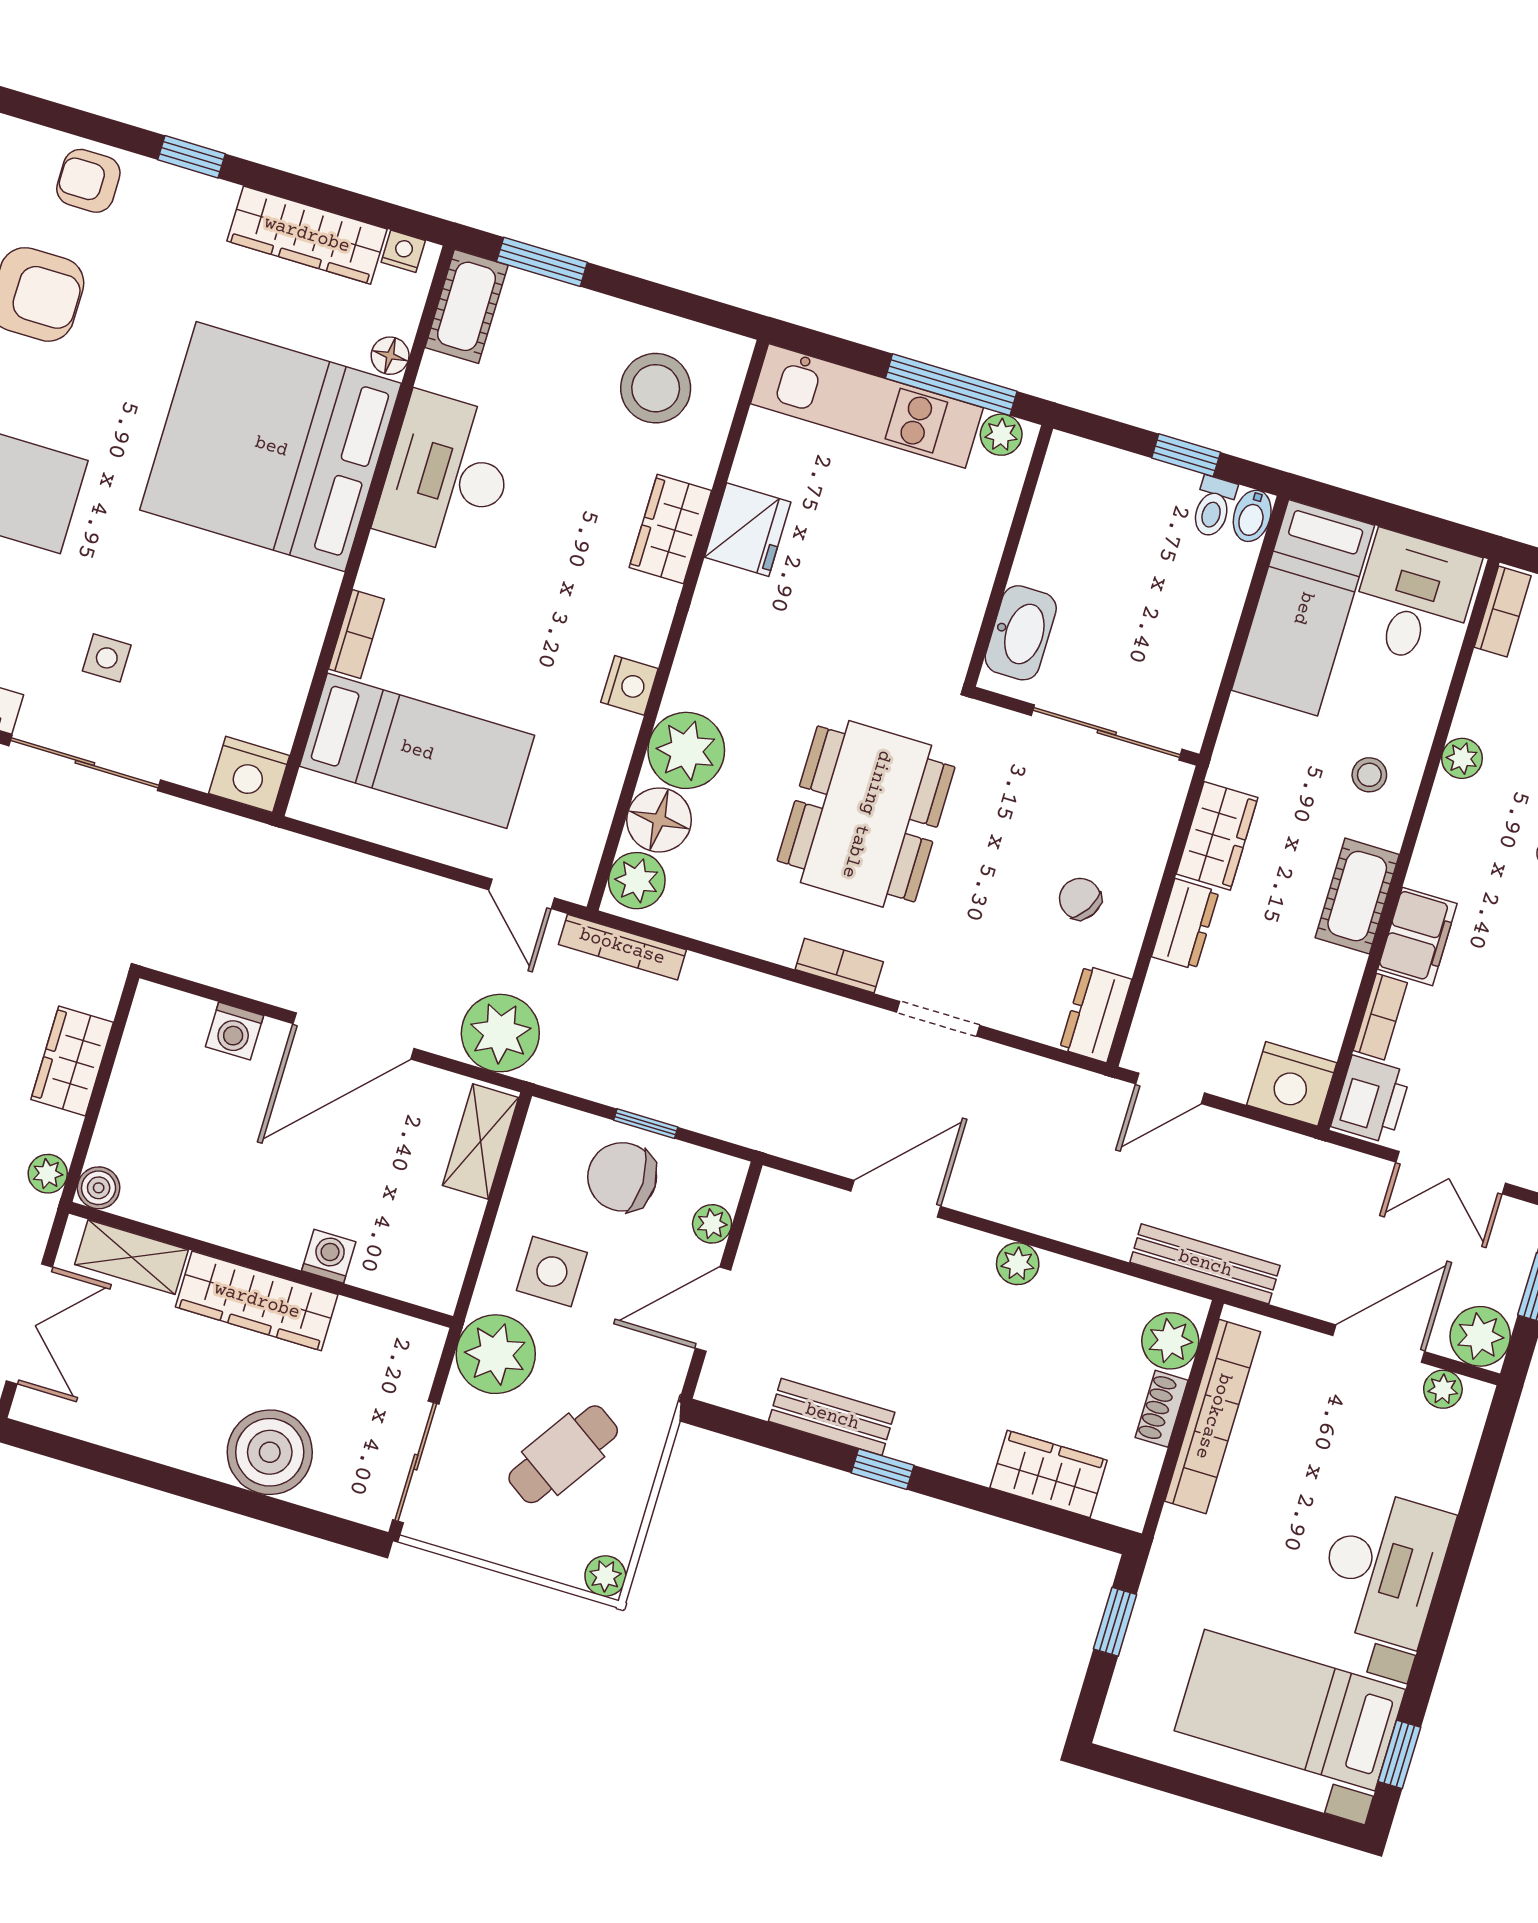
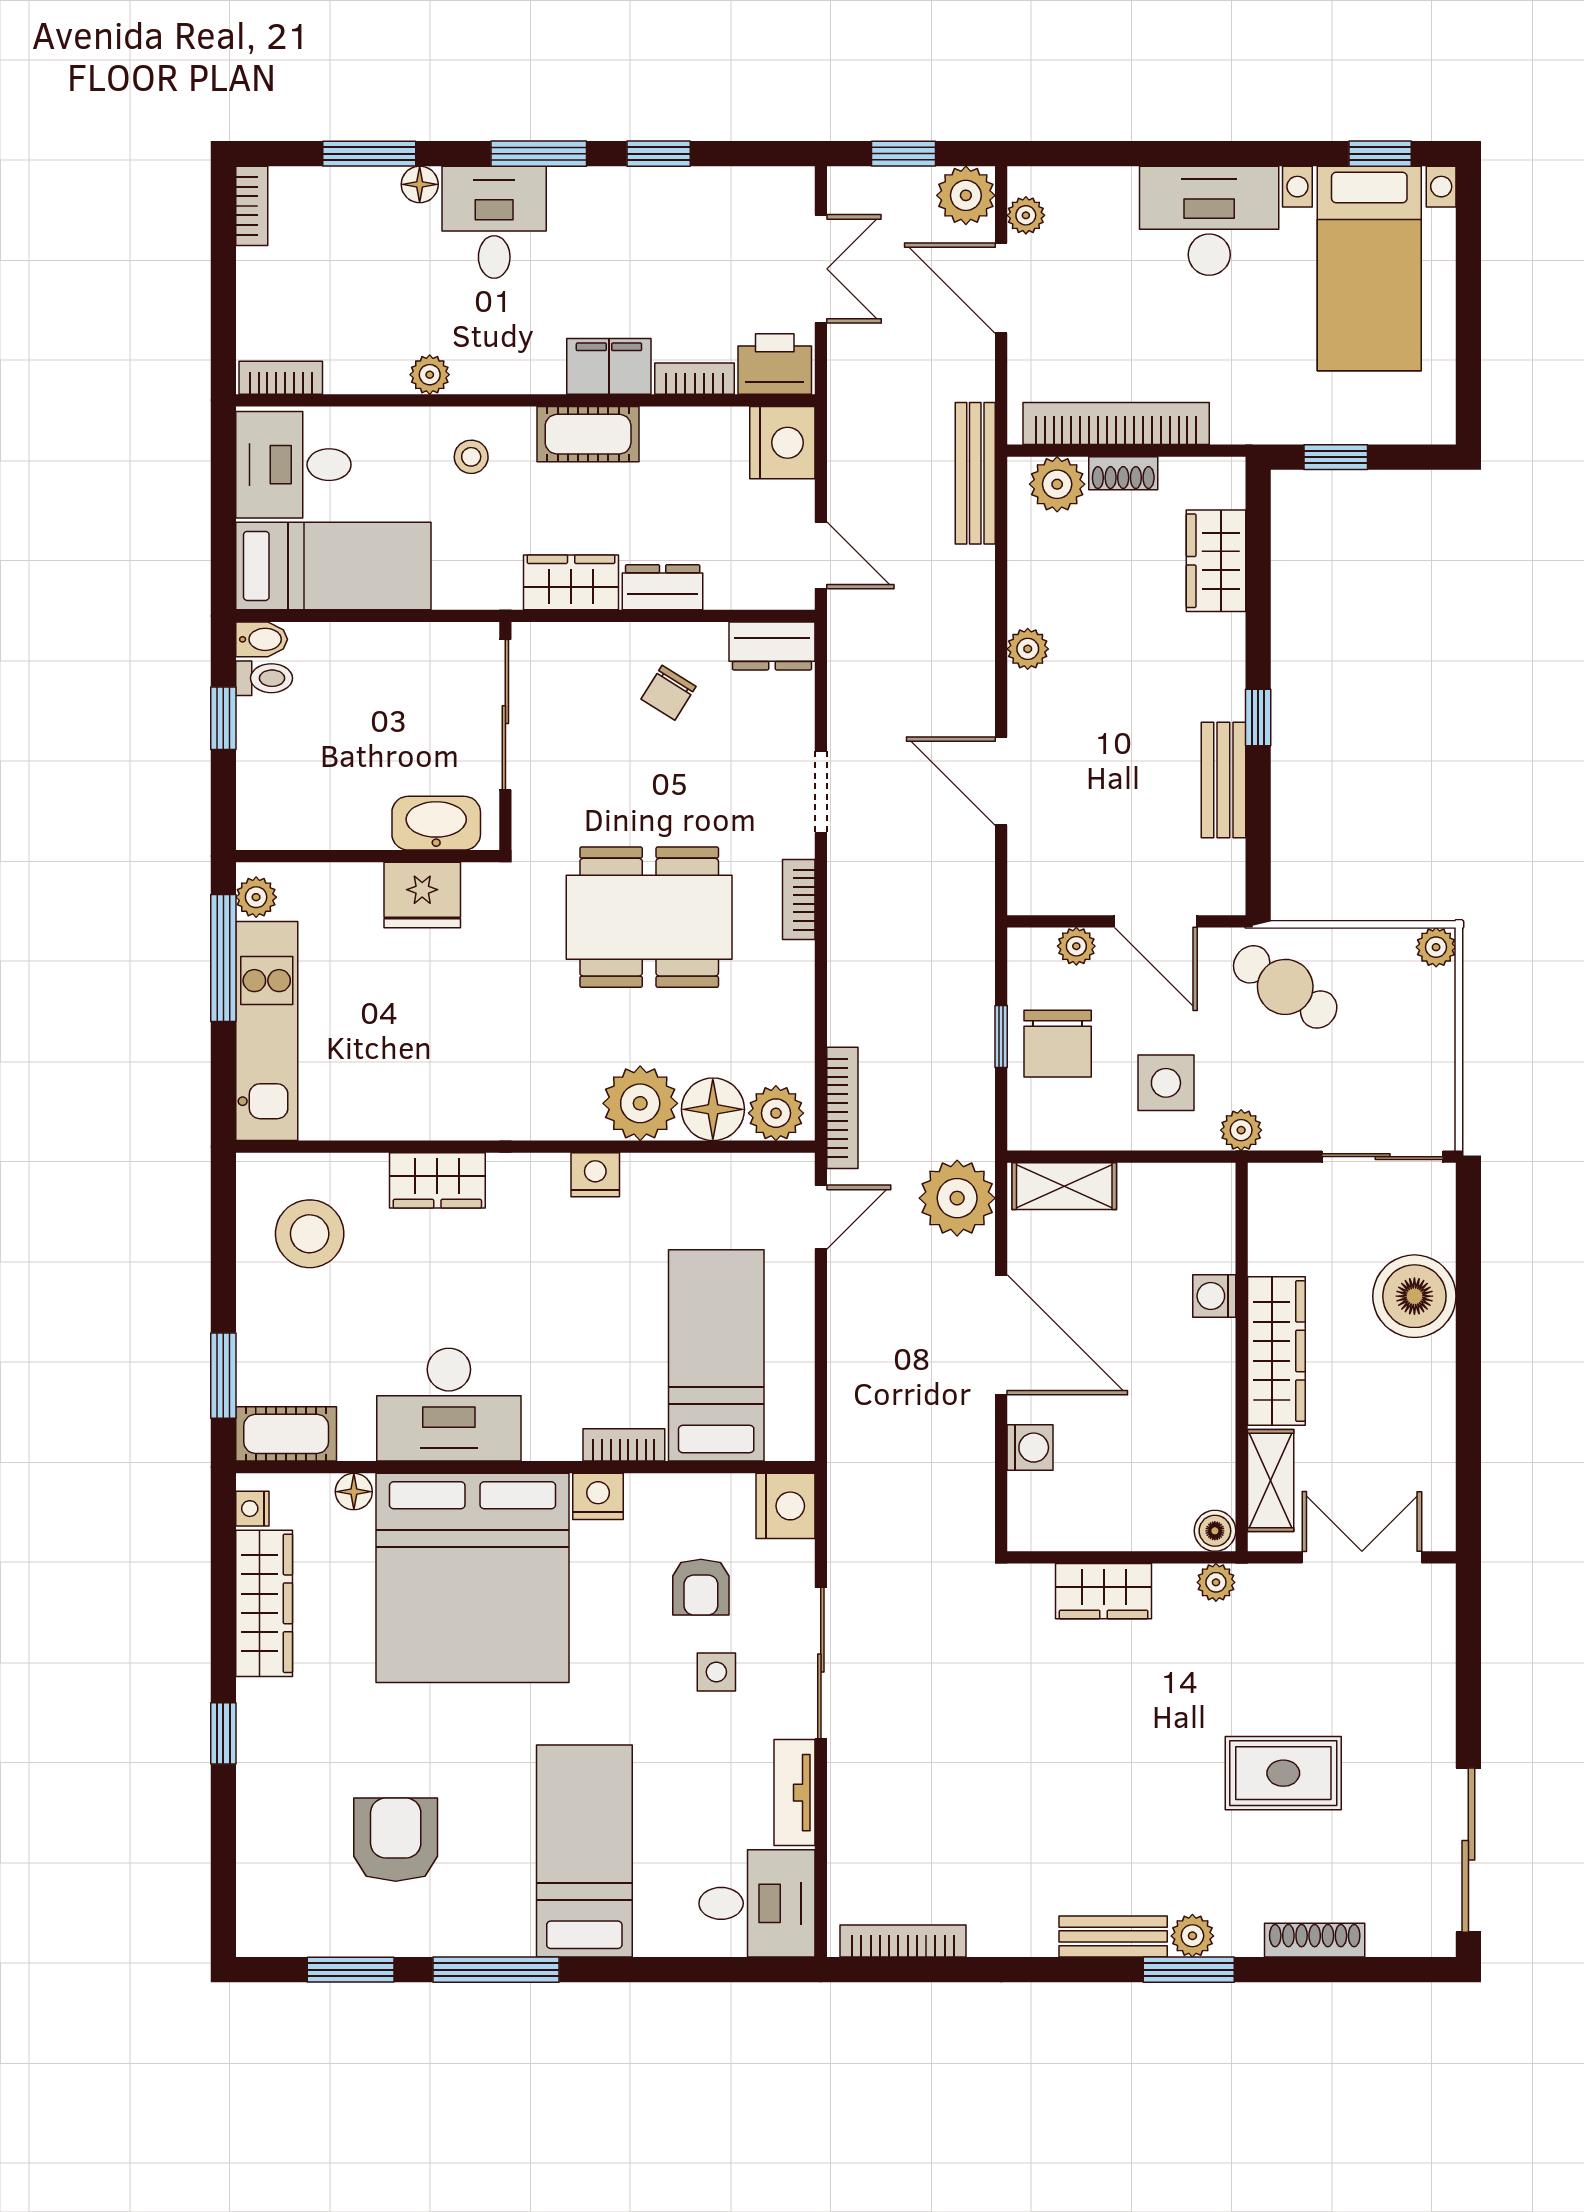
armchair: (88, 181) -> (701, 1587), moved
fridge: (748, 530) -> (422, 895), moved, turned 180
nightstand: (314, 594) -> (598, 1496), added
plant: (496, 1354) -> (1241, 1130), width x0.53, depth x0.53
cafe table: (563, 1454) -> (1285, 987), moved

